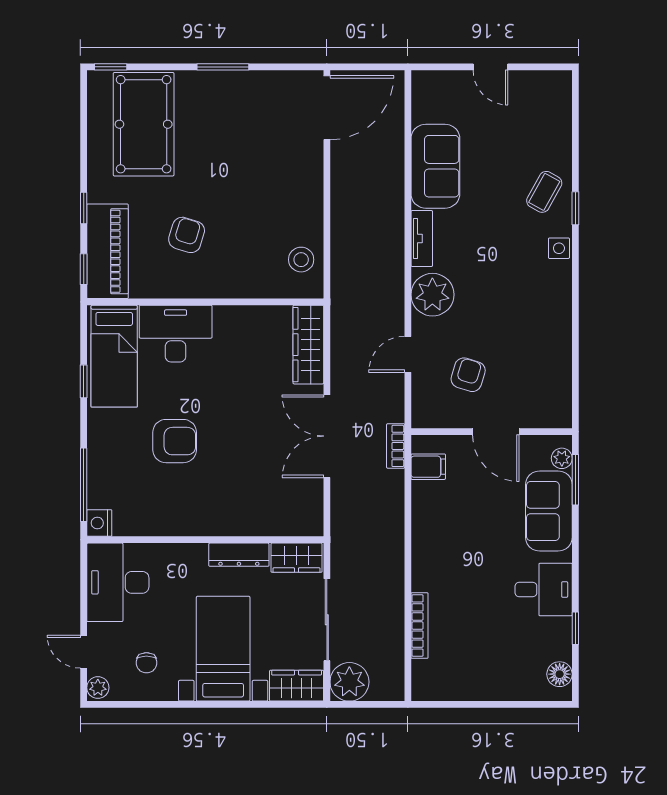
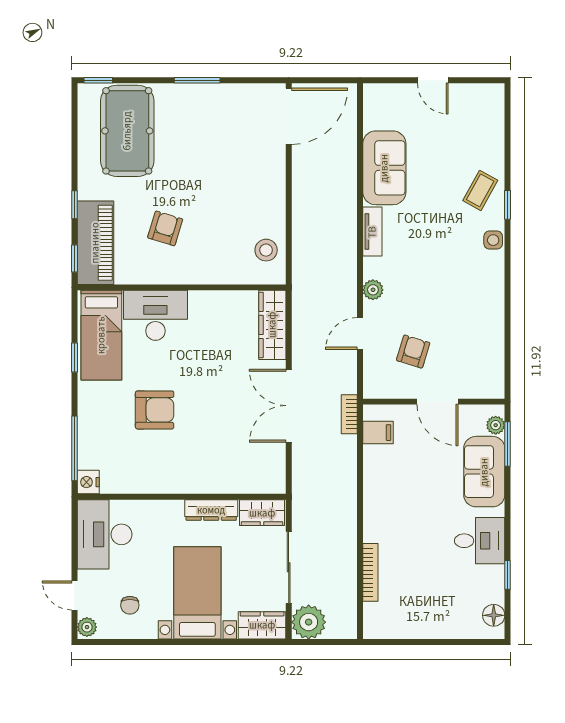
plant: (432, 295) -> (373, 290), width x0.53, depth x0.53

